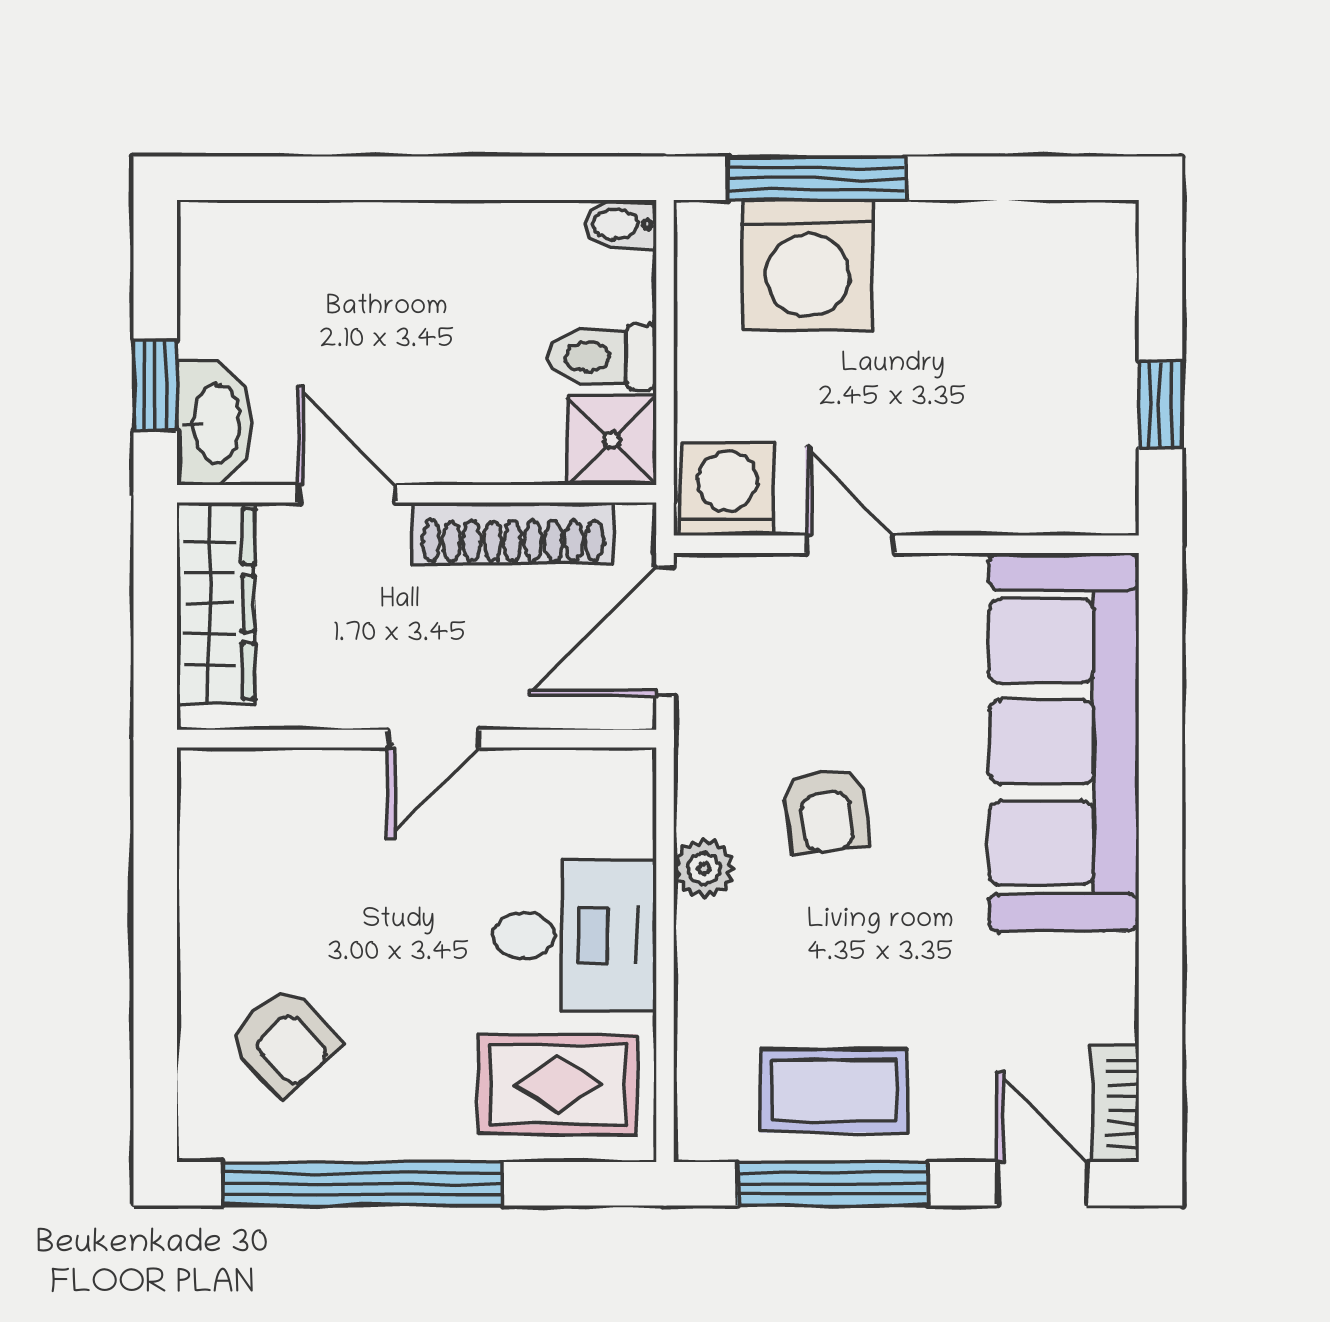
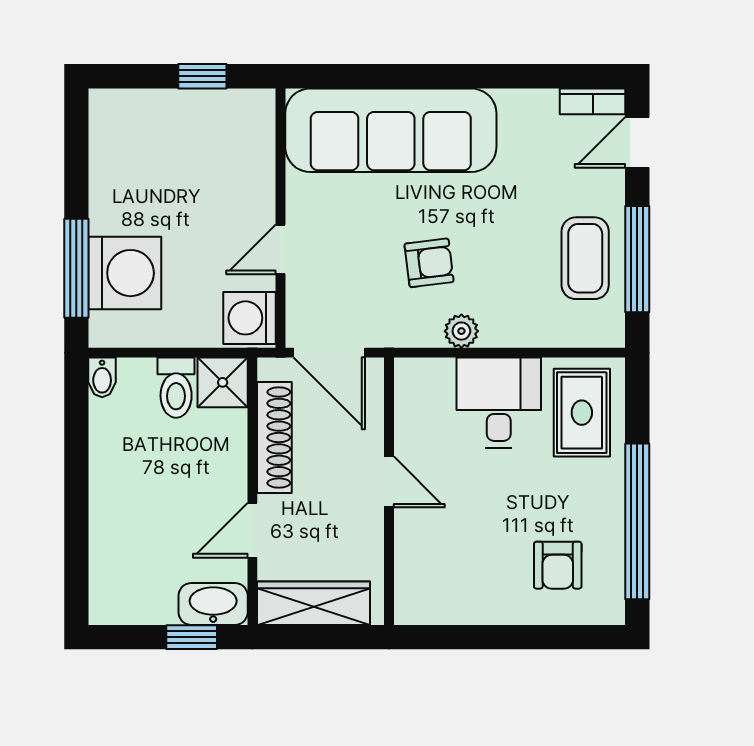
armchair: (284, 1041) -> (558, 565), turned 133

